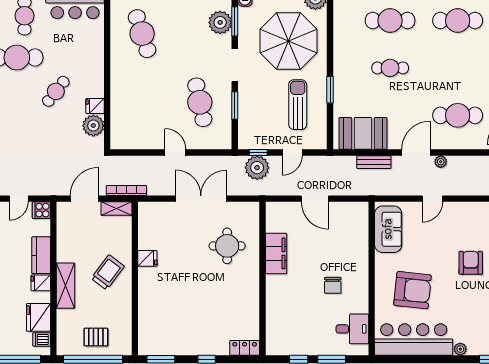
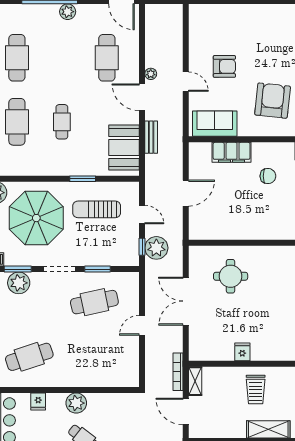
fridge: (95, 106) -> (38, 401), moved
plant: (93, 126) -> (76, 403), moved
filing cabinet: (276, 253) -> (232, 152), moved, turned 180
armchair: (471, 263) -> (224, 66), moved, turned 180
trolley: (108, 272) -> (256, 389), turned -127

